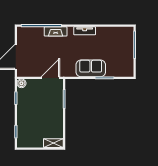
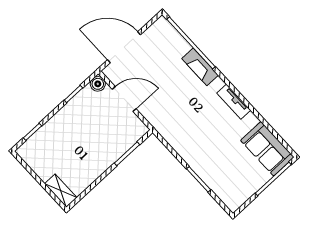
sofa: (91, 68) -> (267, 149), moved, turned 180
door: (50, 78) -> (124, 99), moved

